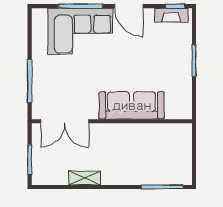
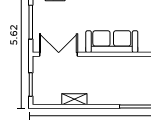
double door: (65, 121) -> (59, 54), swing flipped

